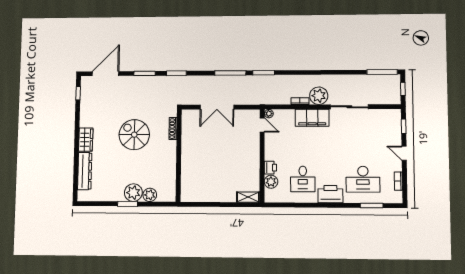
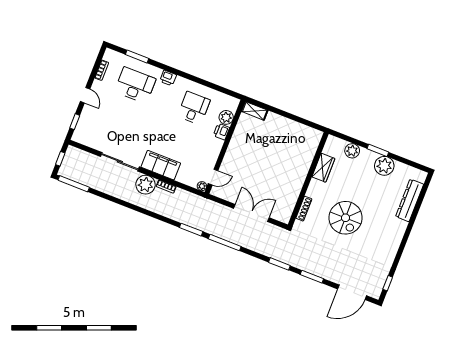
door: (262, 125) -> (213, 177), swing flipped
wardrobe: (86, 140) -> (323, 168), moved, turned 180
plant: (133, 193) -> (384, 166), moved
printer: (330, 194) -> (168, 78), width x0.53, depth x0.68

